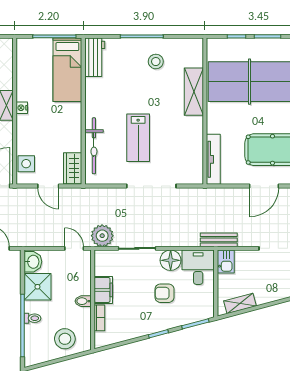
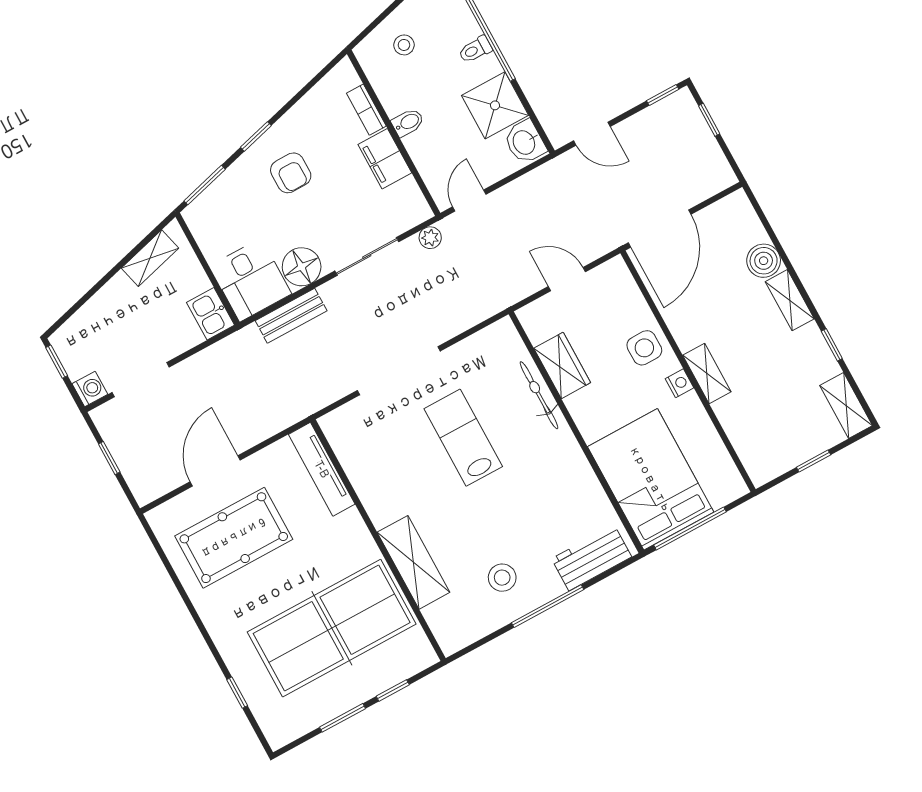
workbench: (95, 57) -> (591, 558), moved, turned 90
bed: (67, 70) -> (651, 479), width x1.50
bicycle: (94, 146) -> (539, 395), width x0.73, depth x0.71
side table: (26, 164) -> (644, 348), moved
wardrobe: (73, 168) -> (562, 365), moved
plant: (102, 236) -> (430, 238), width x0.53, depth x0.53
bench: (219, 240) -> (291, 316), moved
door: (74, 248) -> (469, 201), swing flipped
armchair: (164, 293) -> (291, 173), moved, turned 90
stool: (65, 339) -> (404, 45), width x0.53, depth x0.53

